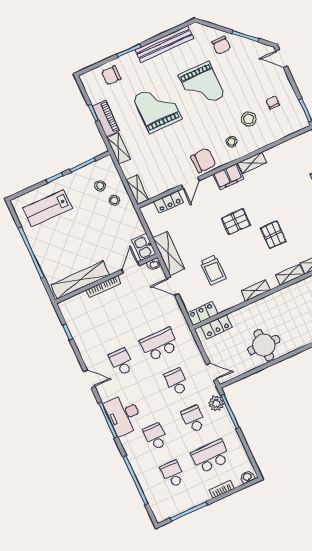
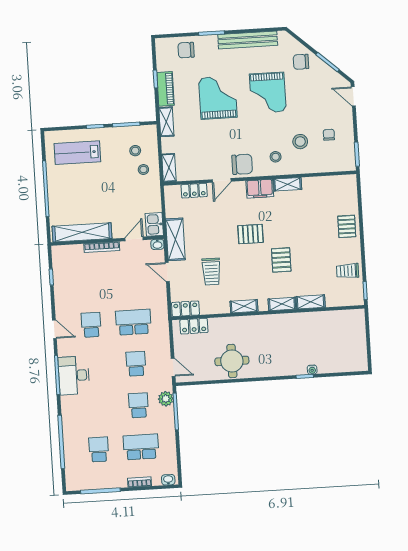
chair: (221, 45) -> (301, 62), turned 90
school desk: (156, 437) -> (96, 408), removed

